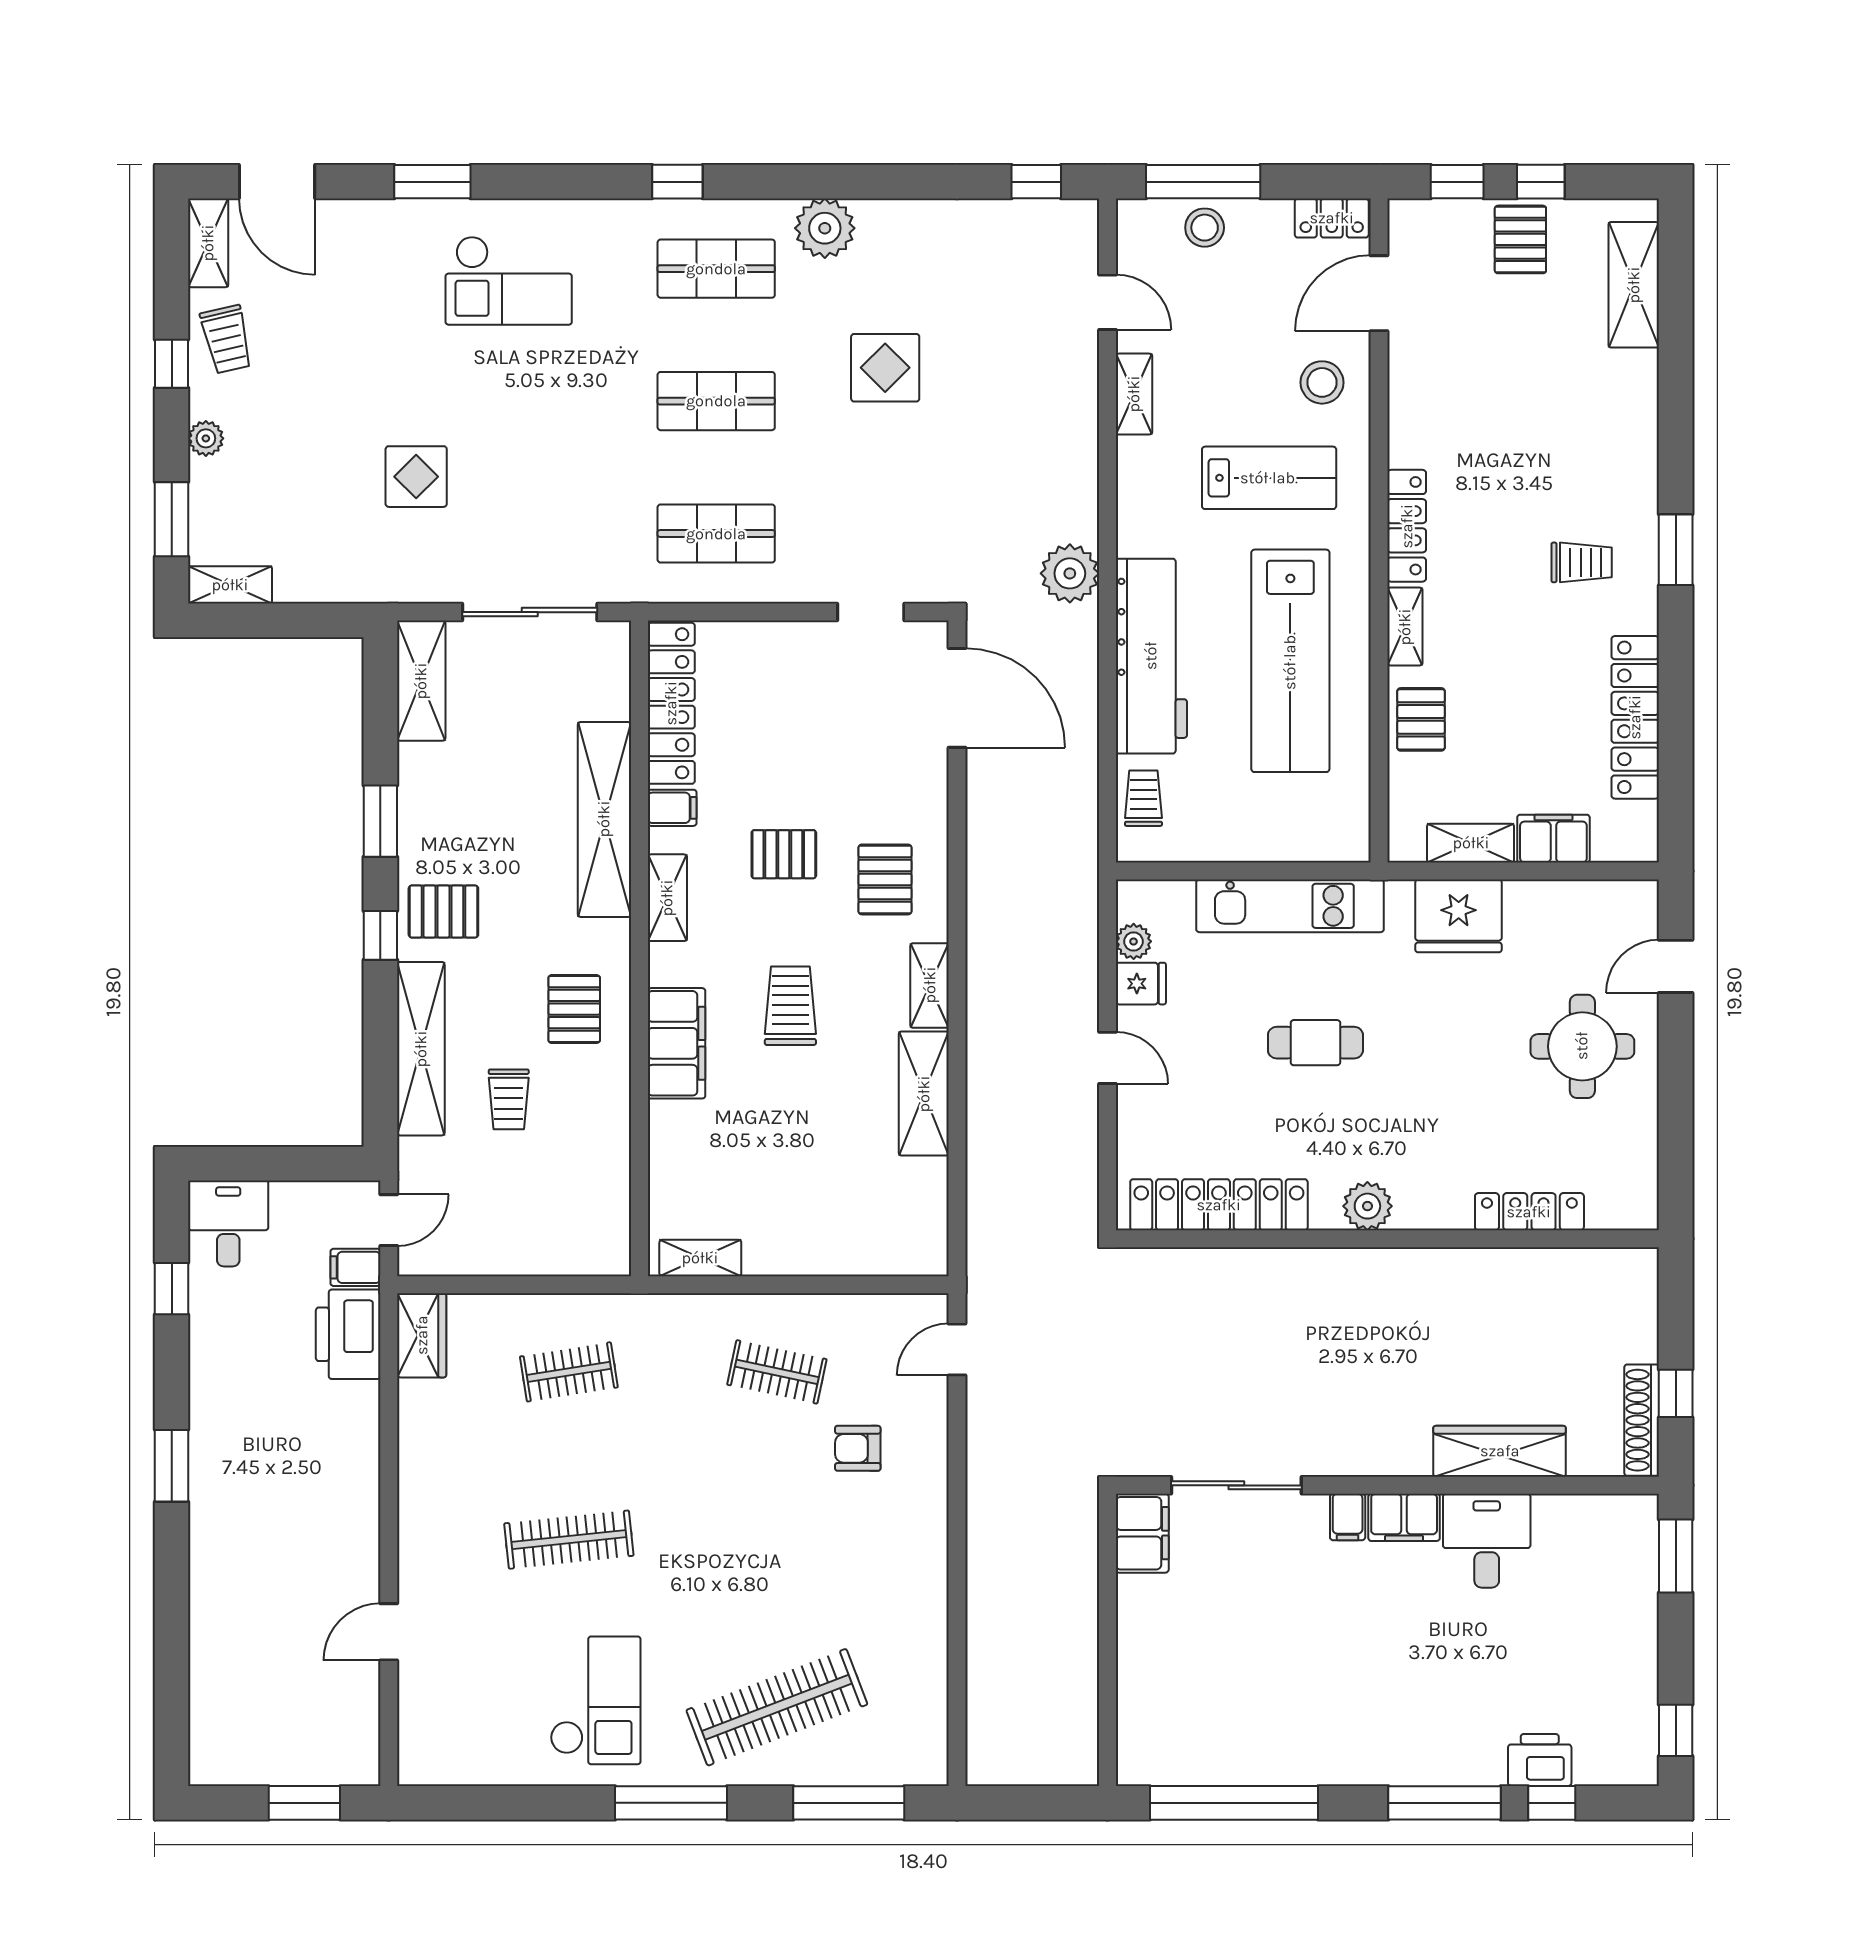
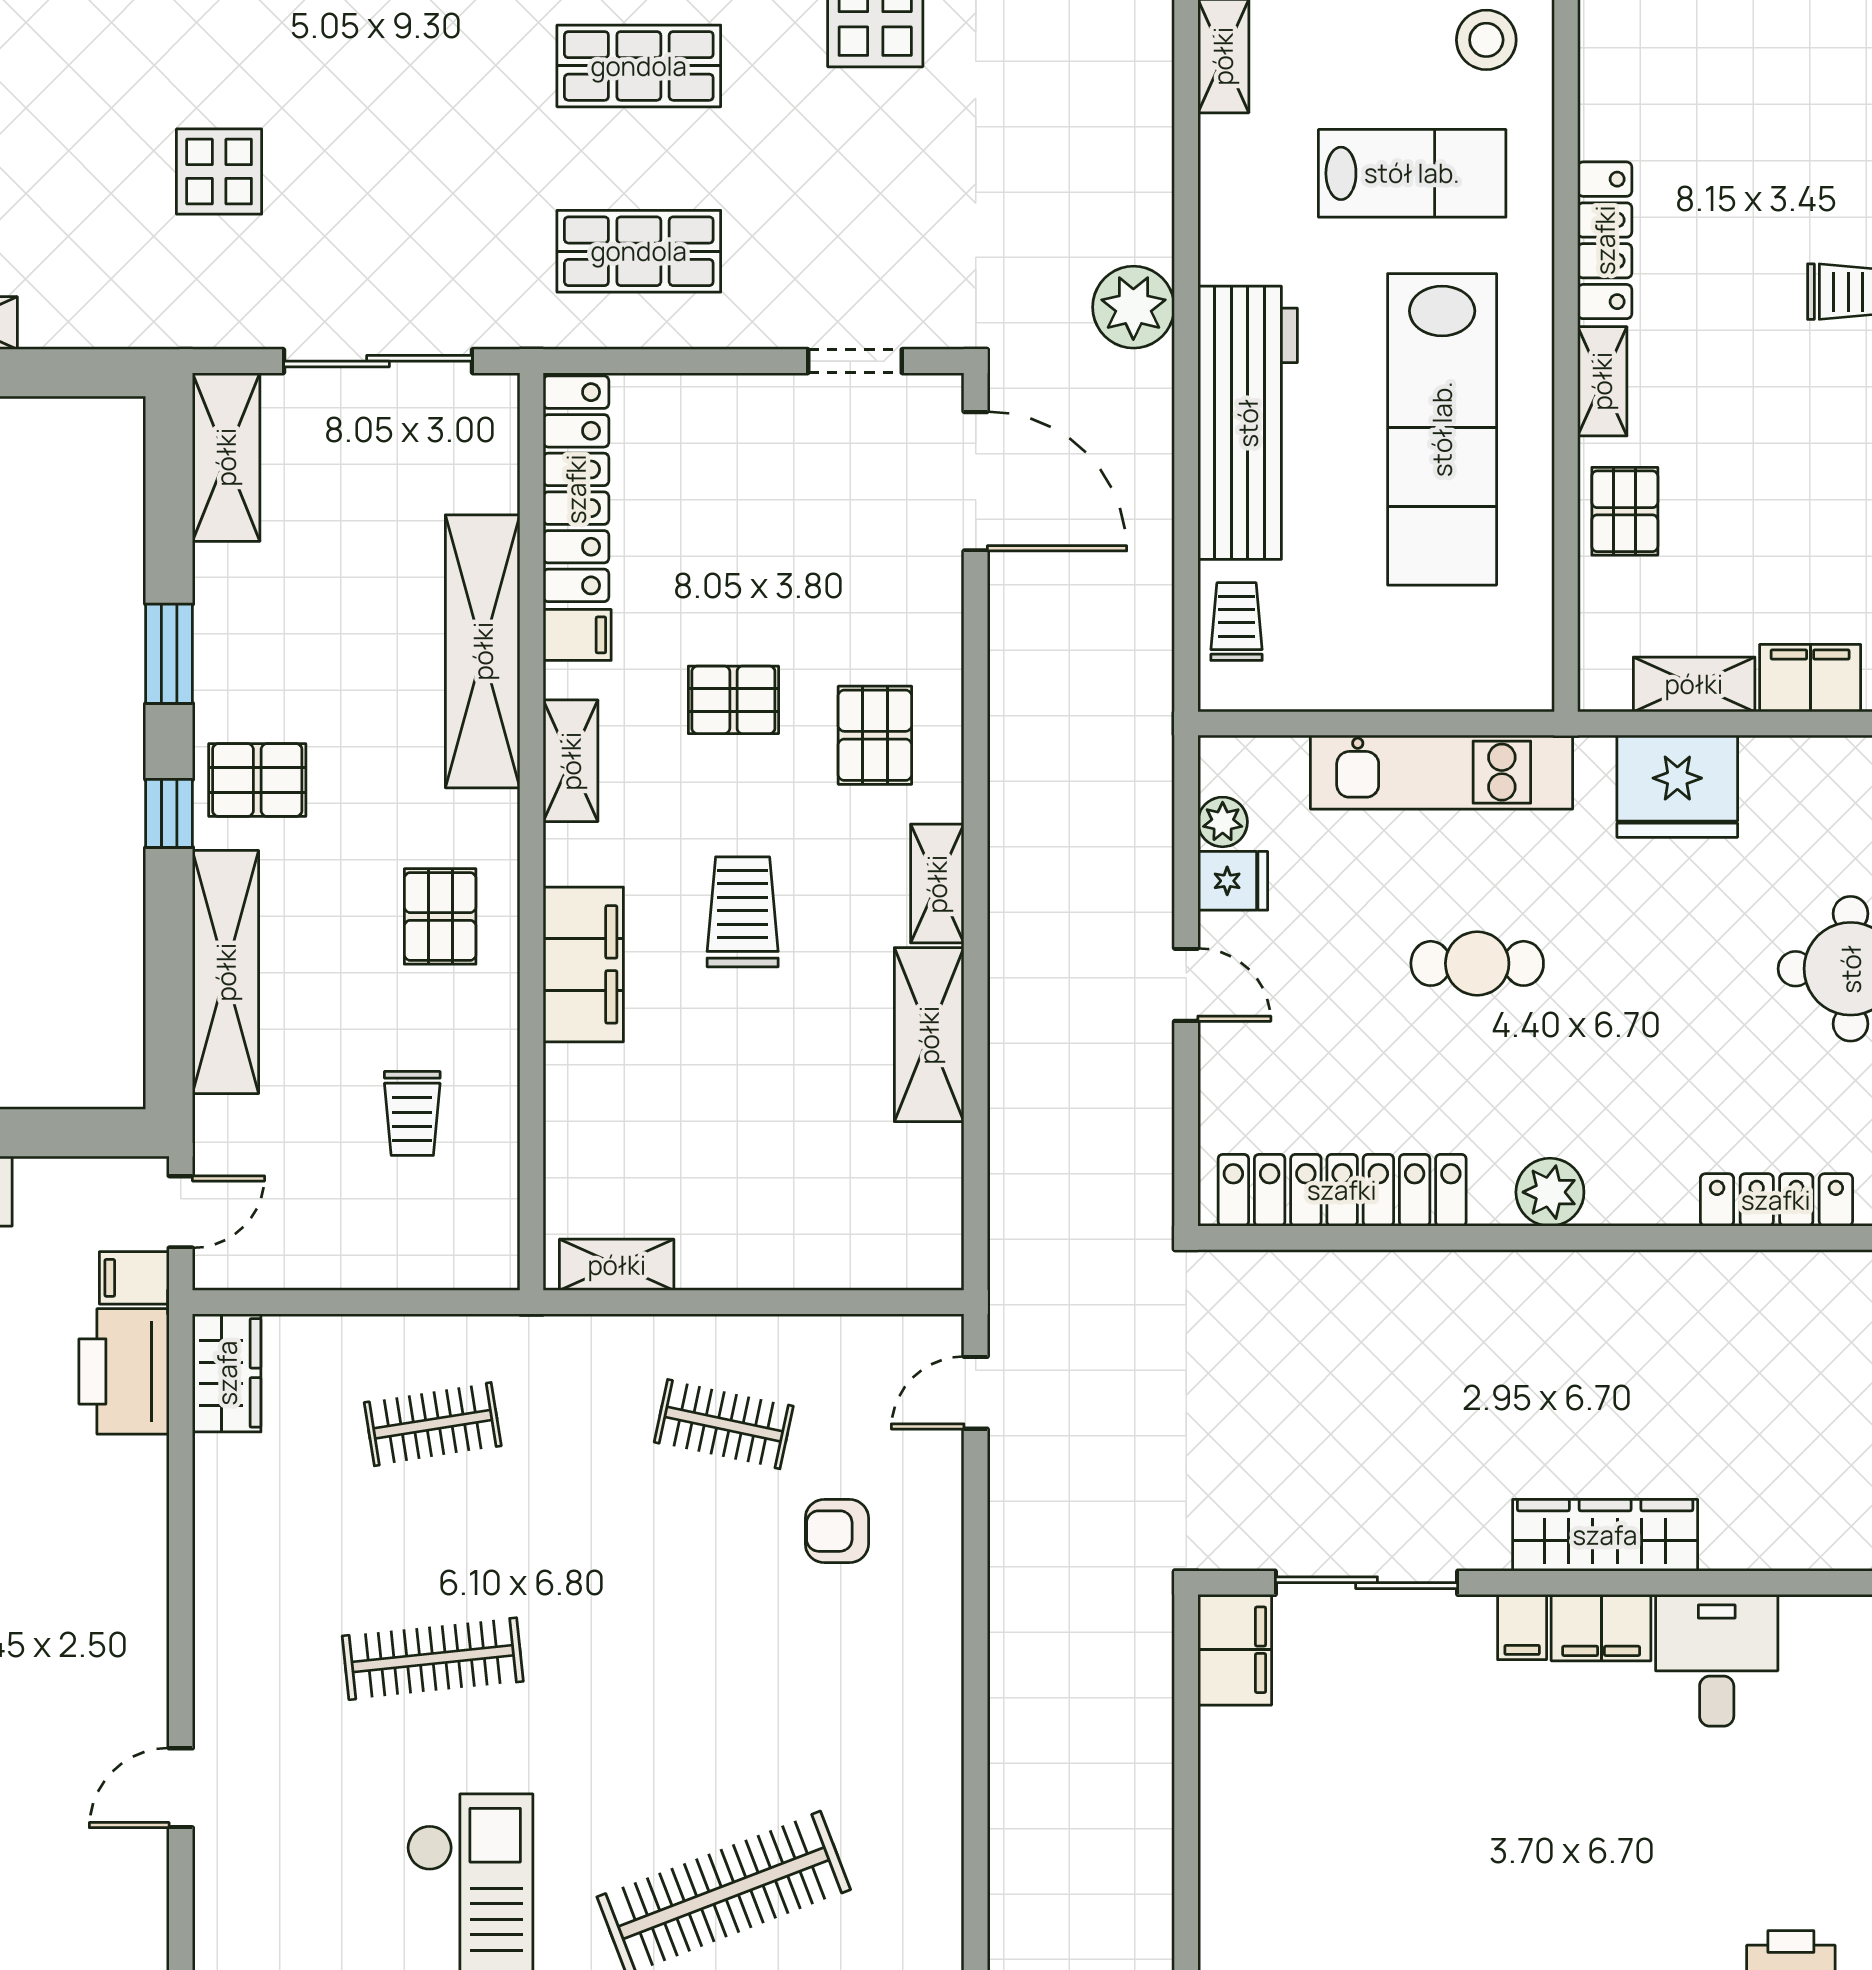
trolley: (509, 1099) -> (412, 1113), moved
wardrobe: (1500, 1451) -> (1605, 1535), moved

